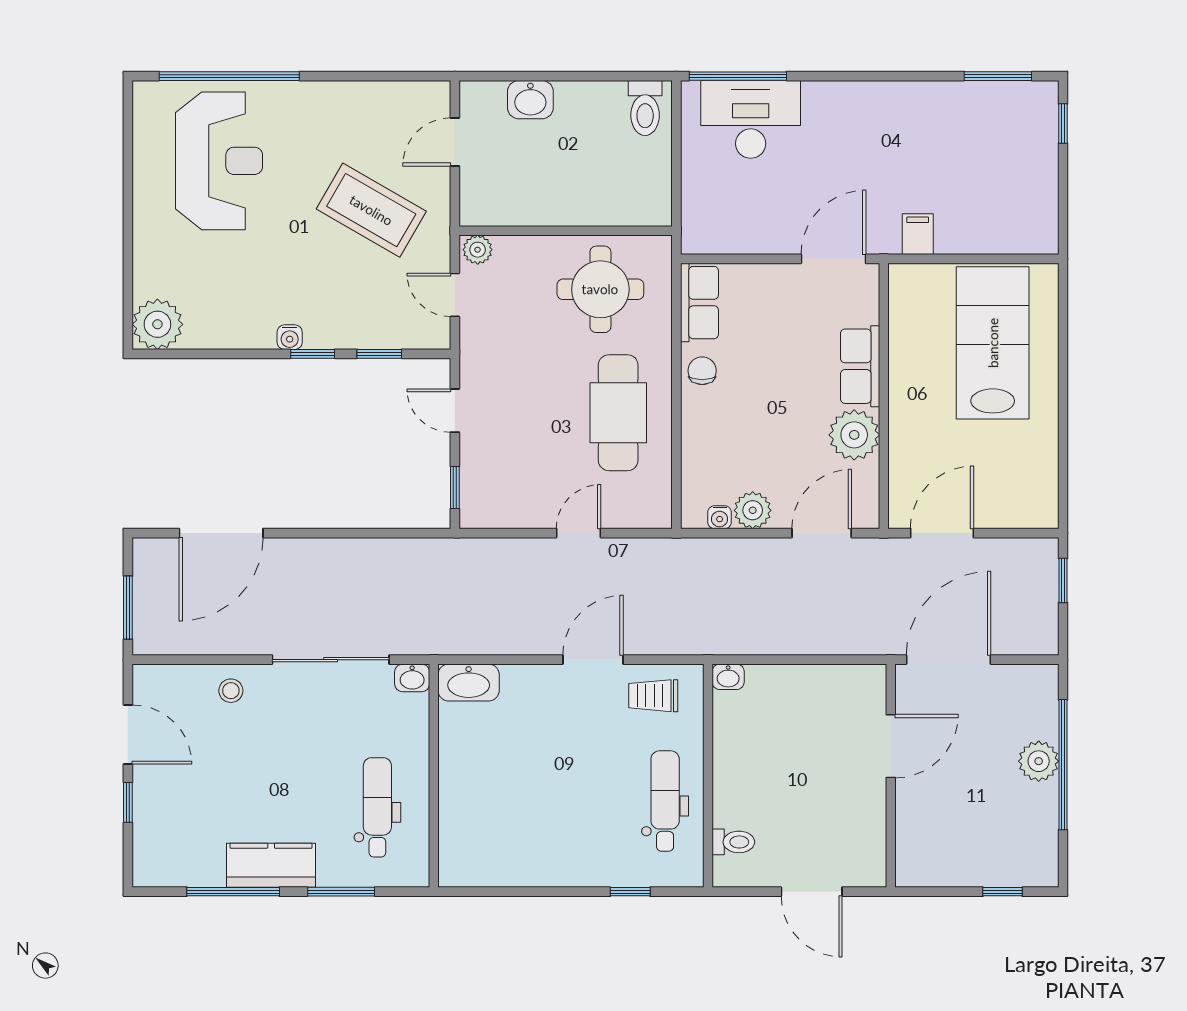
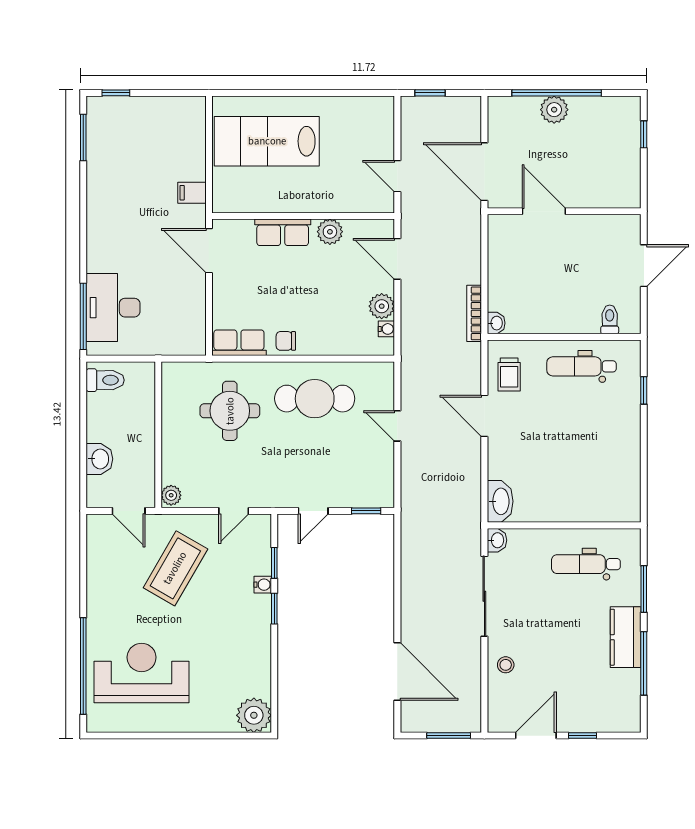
wall: (566, 231) -> (158, 435), moved
plant: (478, 250) -> (171, 495), moved
water cooler: (290, 337) -> (263, 585), moved
plant: (854, 435) -> (330, 232), width x0.73, depth x0.73
door: (942, 533) -> (397, 176), width x0.73
bookcase: (742, 645) -> (474, 313), added

